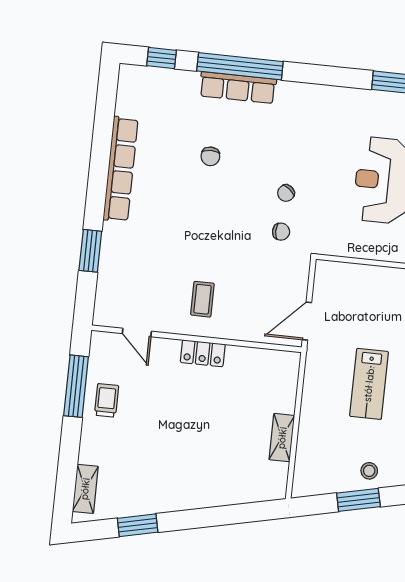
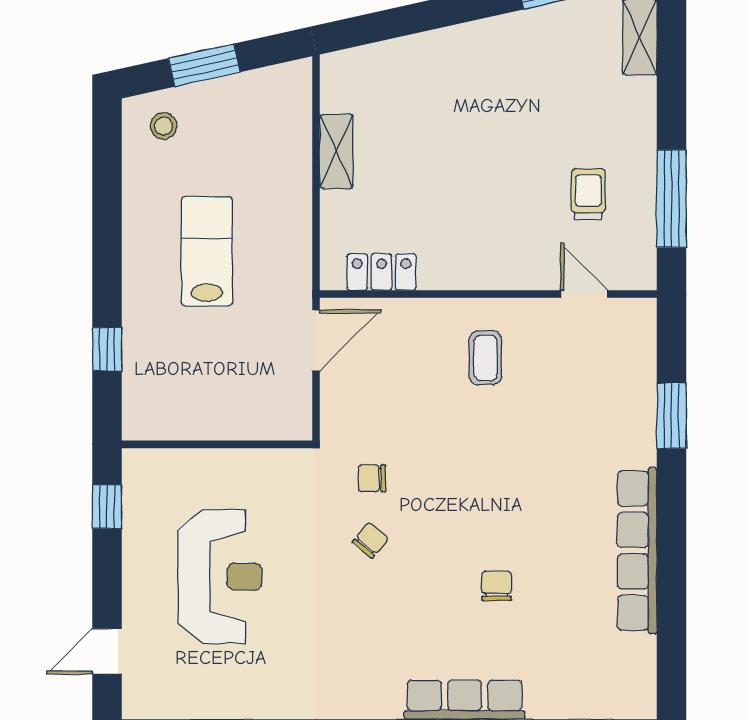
locker: (203, 353) -> (381, 272), moved
trolley: (107, 400) -> (588, 194), moved, turned 180
stool: (369, 471) -> (164, 126), moved

